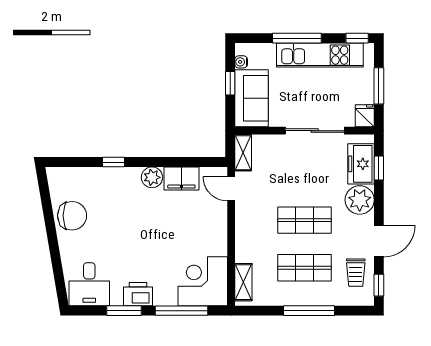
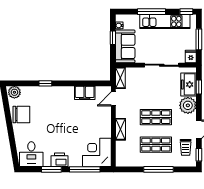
plant: (152, 177) -> (14, 92), moved
door: (231, 189) -> (113, 99), hinge flipped
shelving: (243, 282) -> (121, 129), moved

